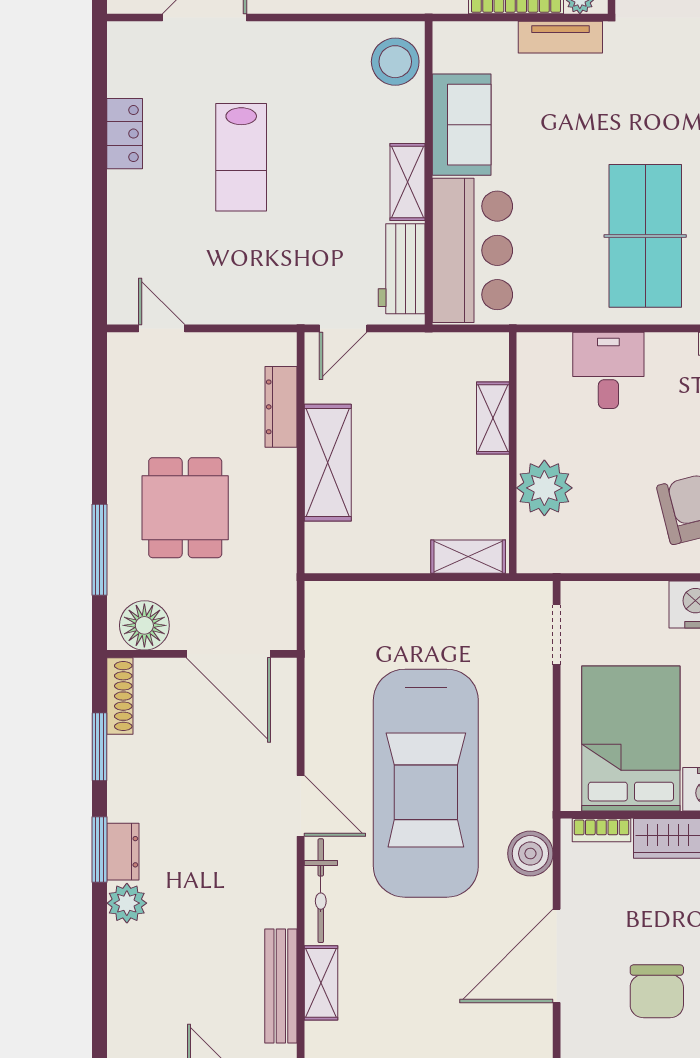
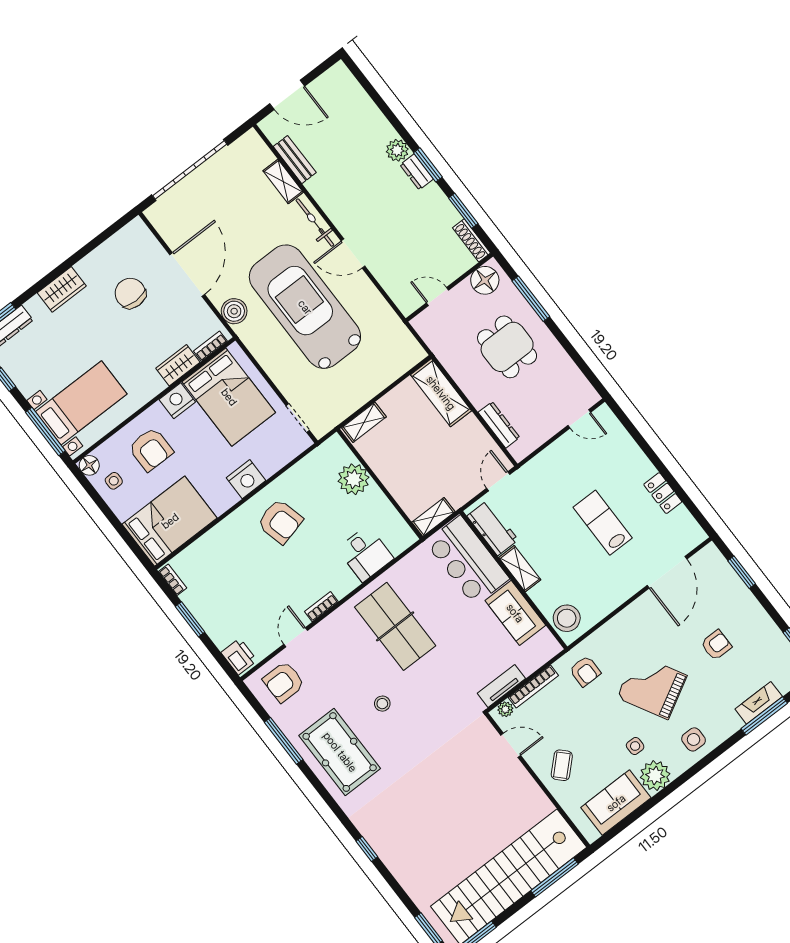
shelving: (493, 418) -> (433, 517), moved, turned 90
shelving: (328, 463) -> (441, 393), moved
door: (228, 654) -> (438, 297), width x0.53
bench: (281, 986) -> (295, 160), width x0.73

